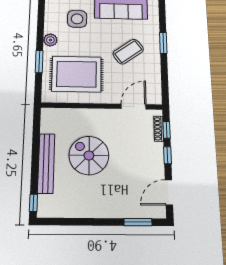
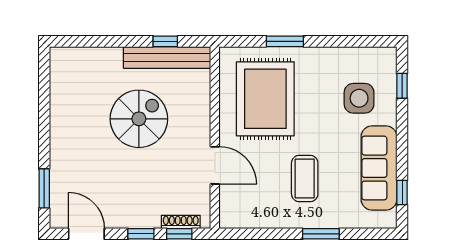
plant: (50, 40) -> (321, 57), removed
coffee table: (128, 52) -> (305, 178), turned 36
door: (134, 107) -> (215, 165), moved
bench: (46, 163) -> (167, 57), moved
window: (33, 203) -> (165, 41), moved

